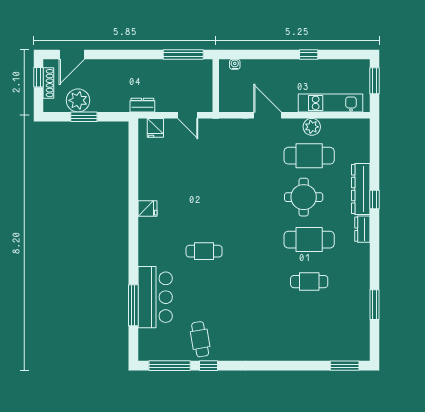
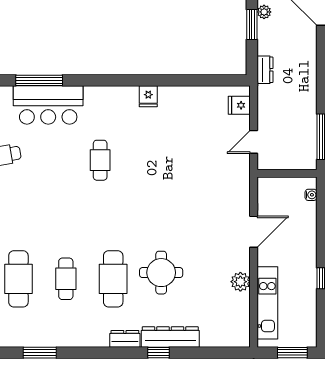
plant: (78, 100) -> (264, 12), width x0.53, depth x0.53
dresser: (142, 105) -> (265, 70), moved
cafe table: (309, 156) -> (18, 279), moved

